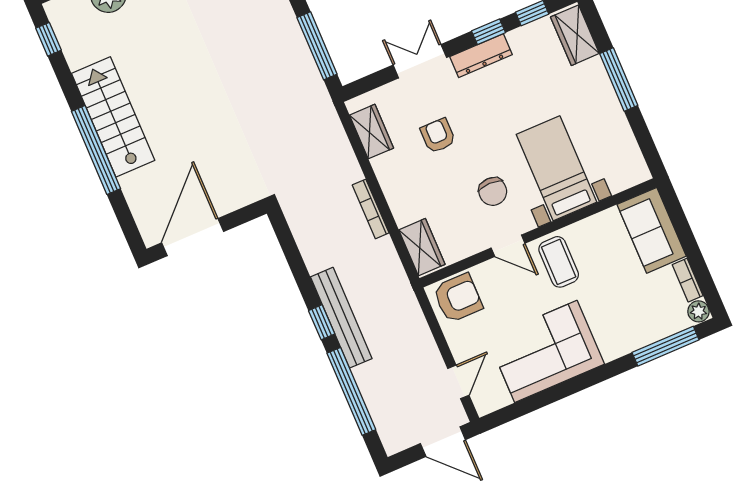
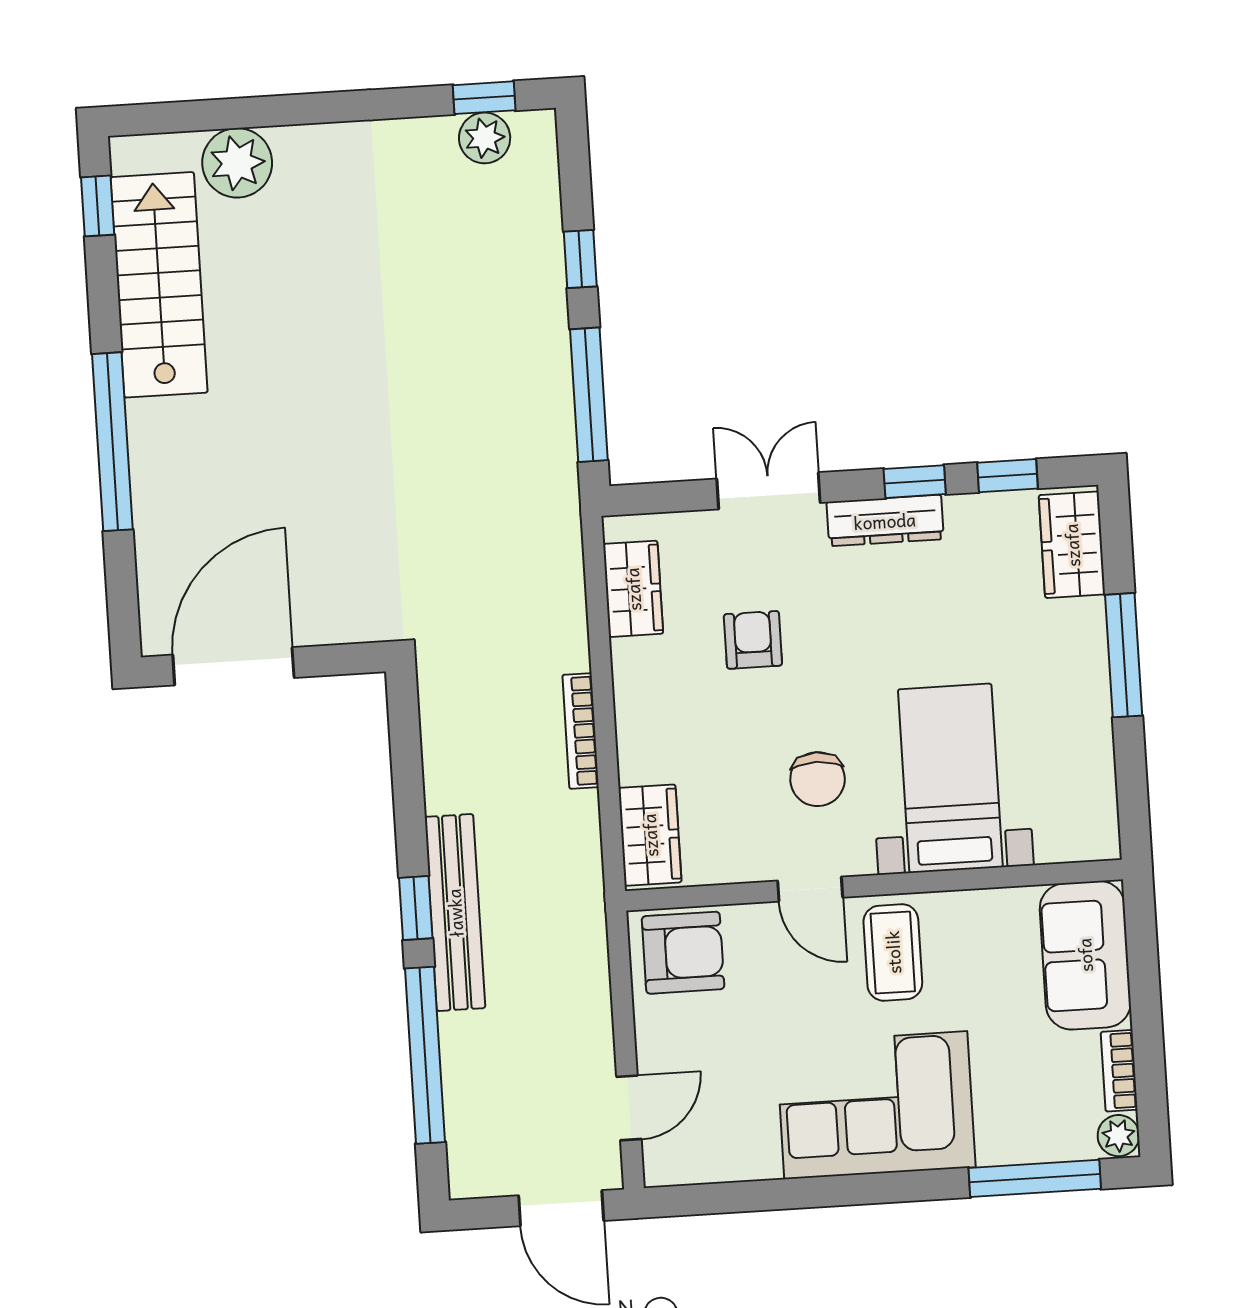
stairs: (113, 117) -> (159, 285), moved
corner sofa: (546, 351) -> (876, 1105), moved

